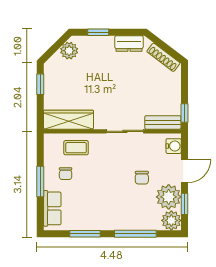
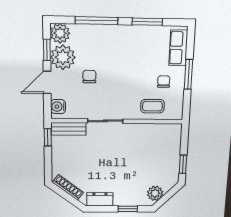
wardrobe: (69, 120) -> (158, 132), removed

